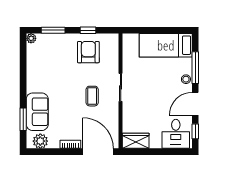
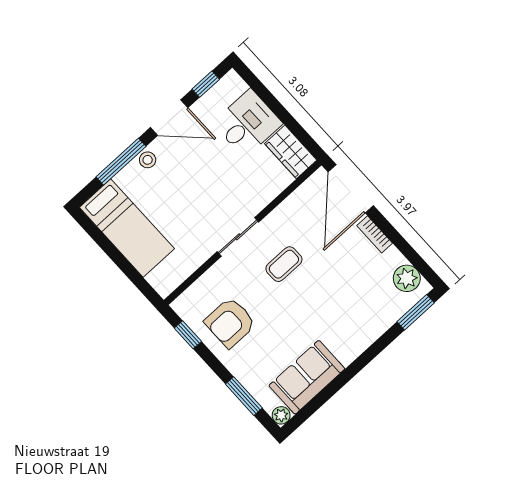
window: (88, 30) -> (188, 335), moved
sofa: (37, 112) -> (307, 377), moved
window: (23, 119) -> (416, 312), moved
desk: (176, 134) -> (248, 123), moved

